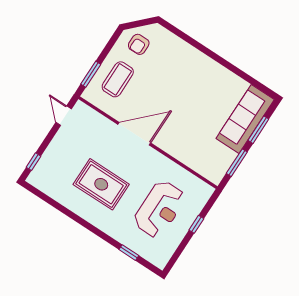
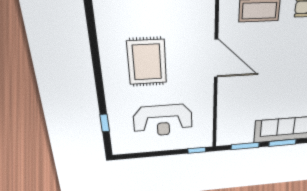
window: (196, 224) -> (197, 150), moved

